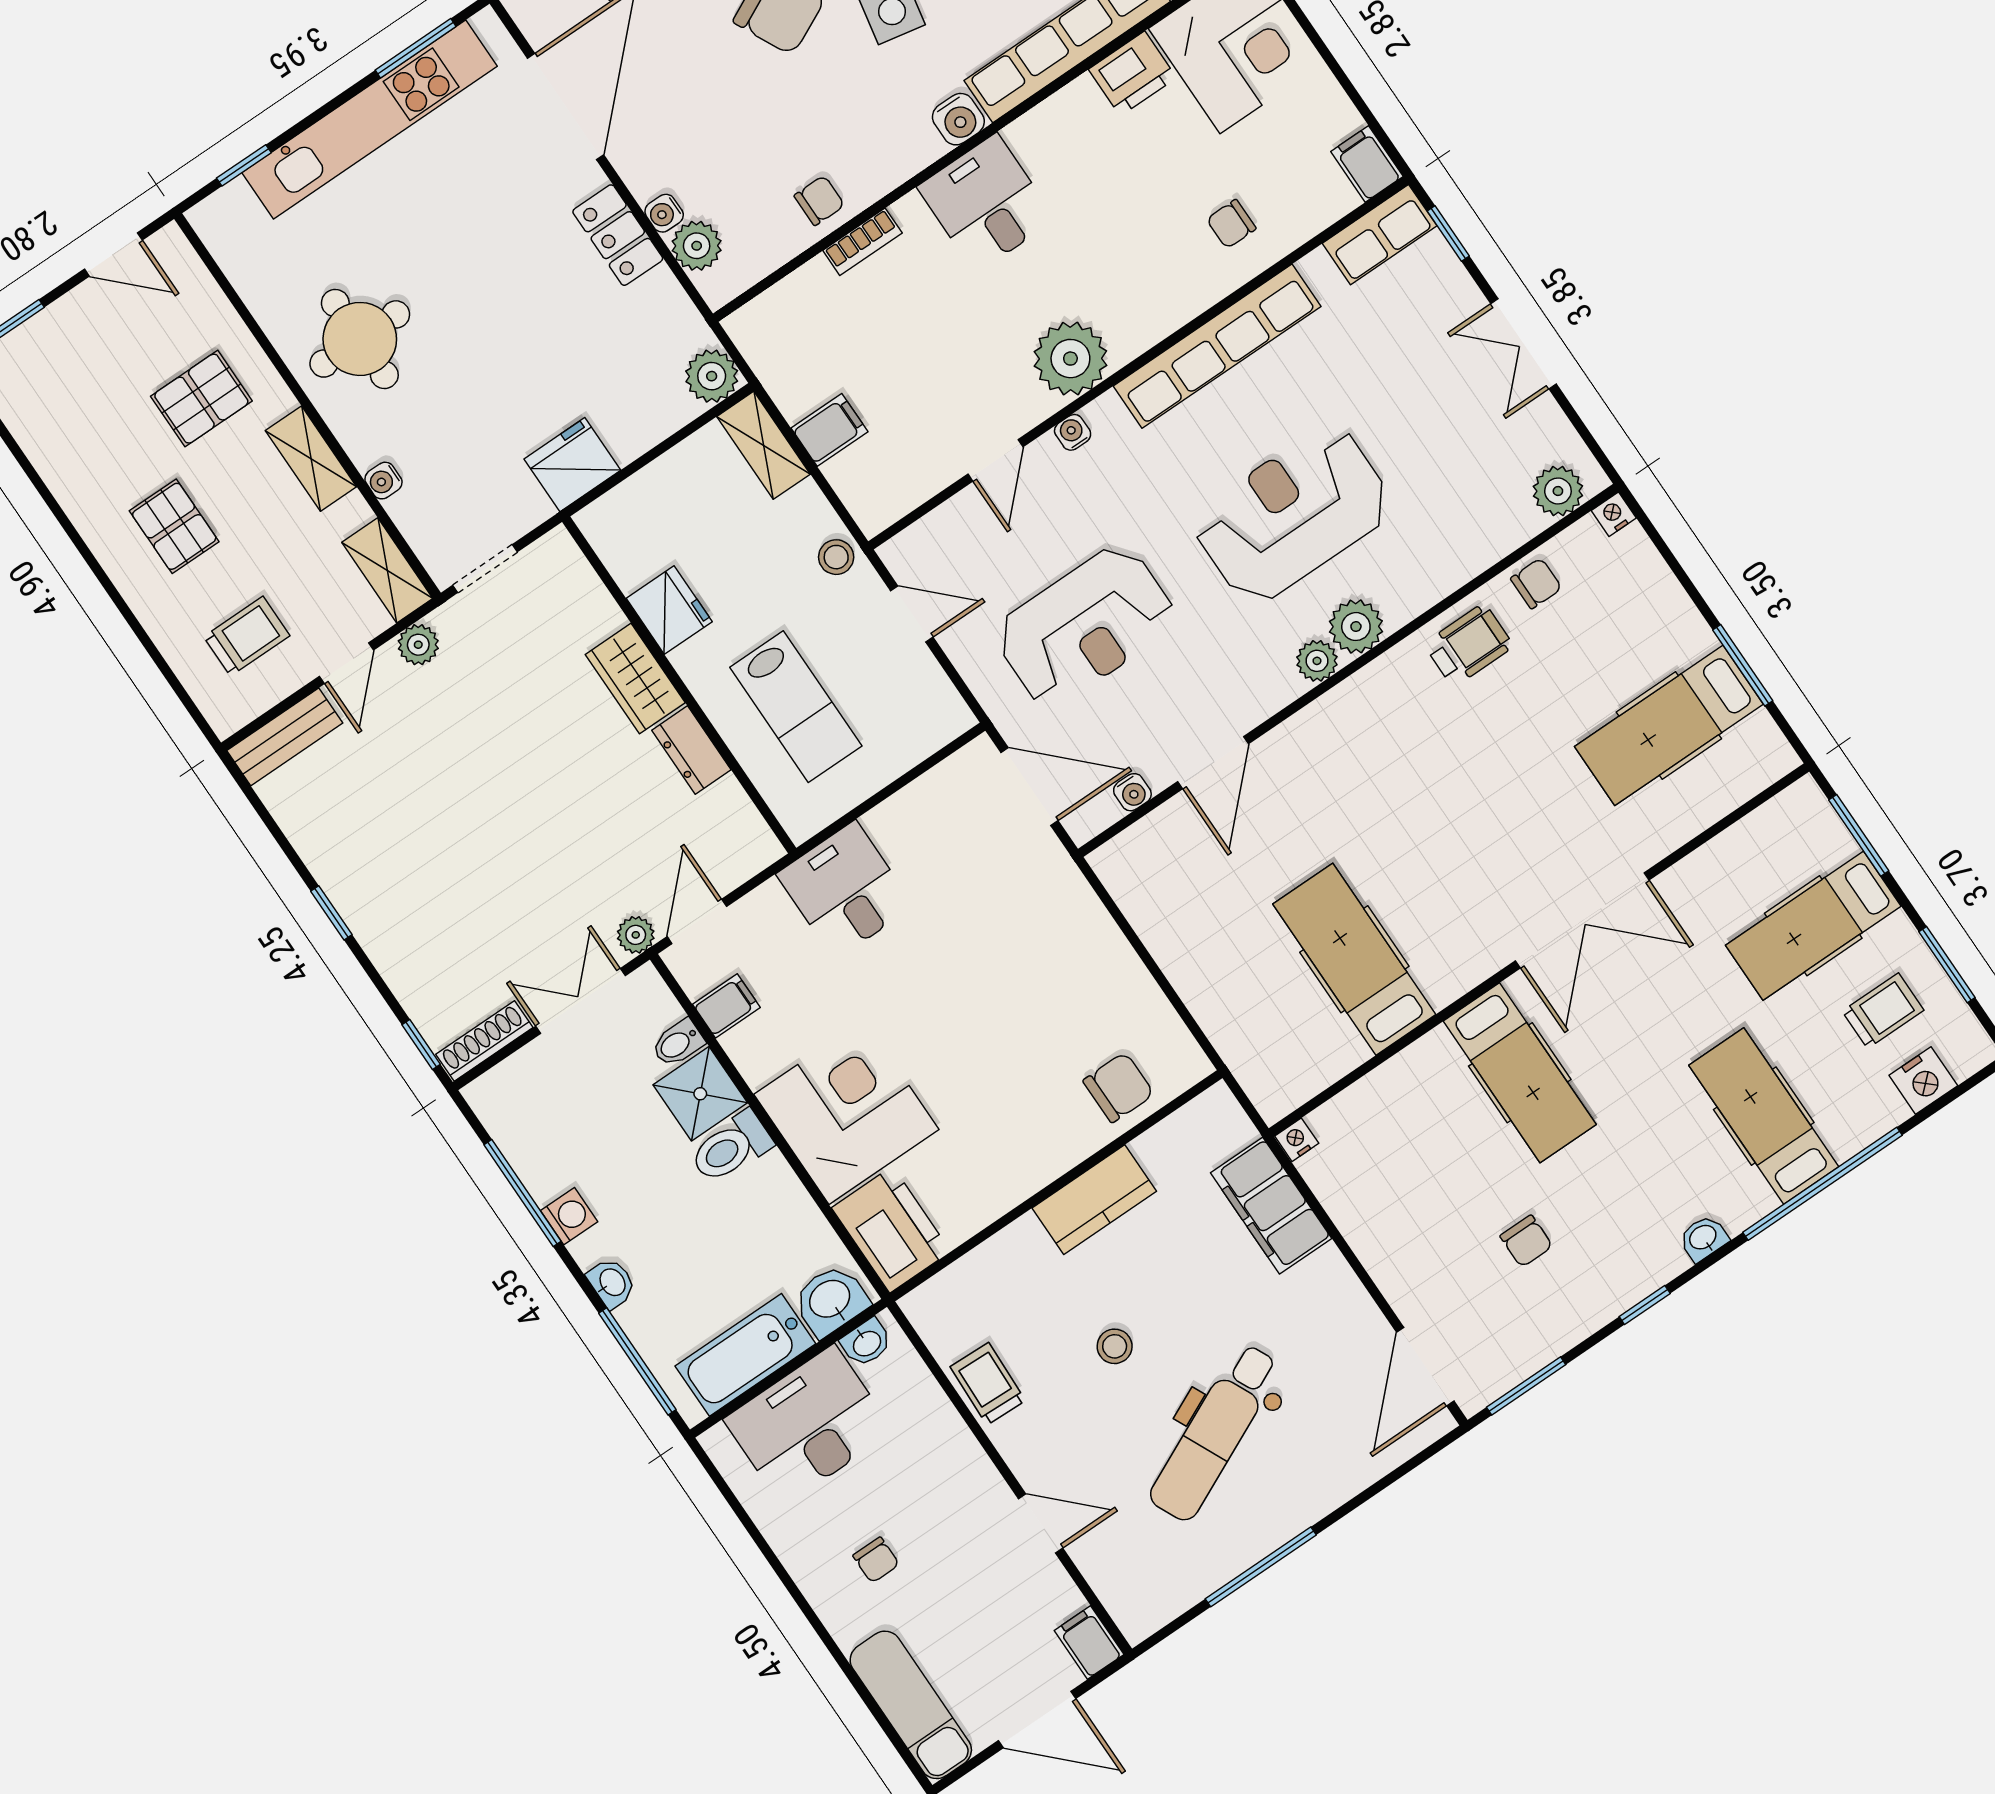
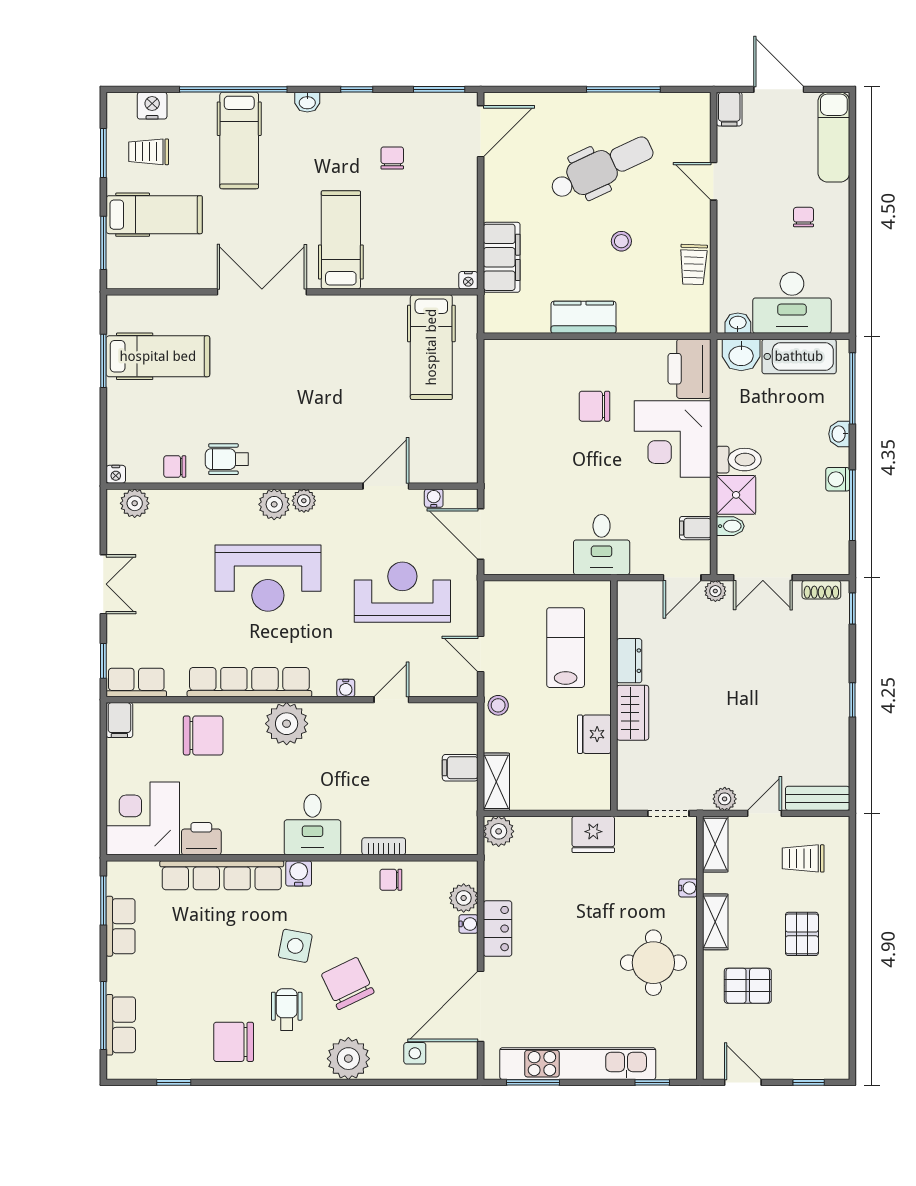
chair: (1231, 224) -> (203, 735), width x1.87, depth x1.87
plant: (1070, 359) -> (287, 724), moved
hospital bed: (1354, 959) -> (431, 347), moved
shoe rack: (484, 1041) -> (821, 590), width x0.70
chair: (1119, 1087) -> (594, 406), moved

